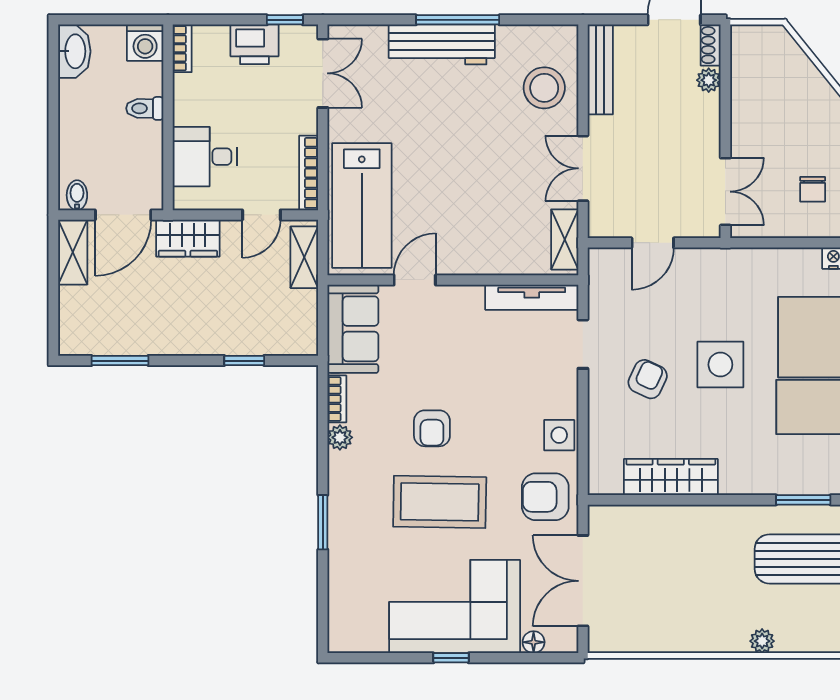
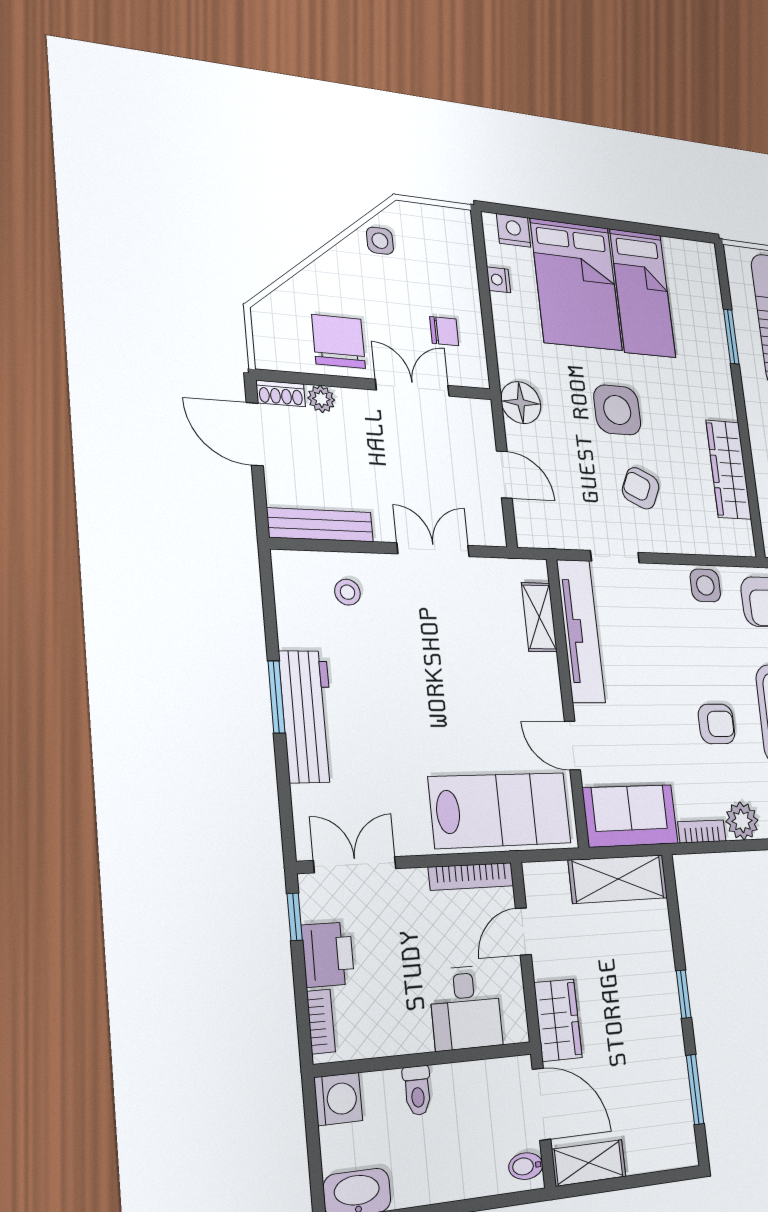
window: (458, 20) -> (276, 697), width x0.69
bookcase: (182, 48) -> (321, 1021), moved, turned 90
stool: (544, 88) -> (348, 592), width x0.53, depth x0.53
chair: (761, 100) -> (339, 341), added
double door: (583, 168) -> (433, 550), swing flipped
chair: (813, 189) -> (444, 331), moved
double door: (725, 192) -> (413, 388), moved
door: (261, 215) -> (523, 931), swing flipped
shelving: (565, 239) -> (539, 617), moved, turned 90
shelving: (304, 257) -> (618, 879), moved, width x1.50, depth x1.33
floor lamp: (720, 267) -> (521, 403), added
tv unit: (532, 297) -> (581, 631), width x1.36, depth x1.29
window: (244, 361) -> (684, 994), moved
plant: (340, 437) -> (742, 821), width x1.38, depth x1.38

